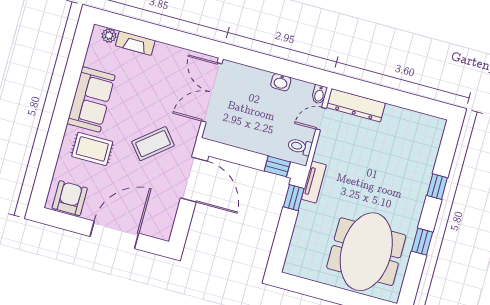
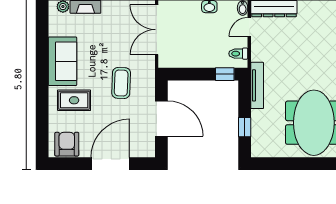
coffee table: (153, 144) -> (121, 83), turned -49
door: (194, 180) -> (161, 118), moved
tv unit: (314, 182) -> (257, 85), width x1.41
window: (294, 198) -> (245, 127), moved

